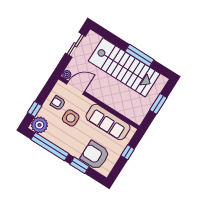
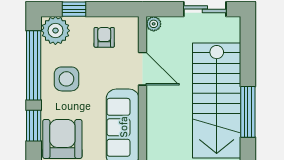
door: (76, 88) -> (143, 69), moved
side table: (71, 118) -> (66, 79), moved

